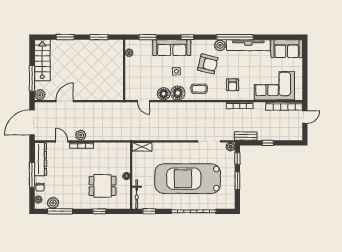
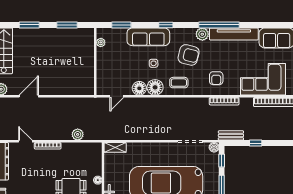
door: (143, 101) -> (117, 96), hinge flipped
plant: (81, 135) -> (78, 134), moved

